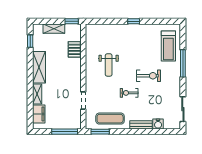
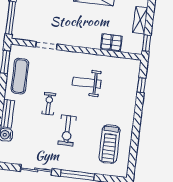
window: (134, 21) -> (141, 85), moved
treadmill: (168, 46) -> (109, 144), moved, turned -90
sliding door: (183, 109) -> (36, 170), moved

